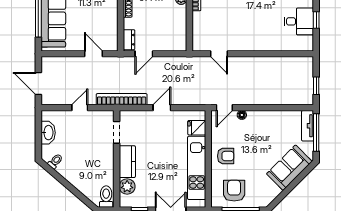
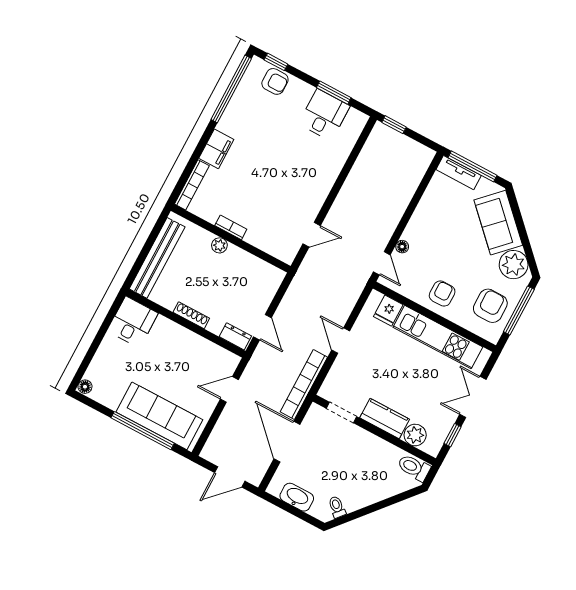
window: (316, 20) -> (334, 93), width x1.50
window: (316, 86) -> (394, 125), moved
door: (80, 108) -> (287, 442), width x1.87
armchair: (234, 191) -> (490, 306), turned 90
plant: (268, 191) -> (514, 265), added

